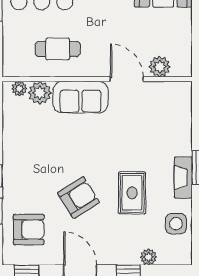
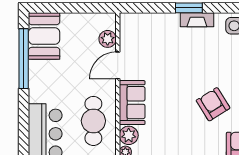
cafe table: (58, 49) -> (93, 121), width x1.37, depth x1.35
rug: (132, 193) -> (209, 61), removed

